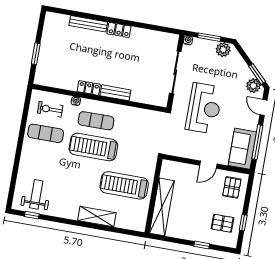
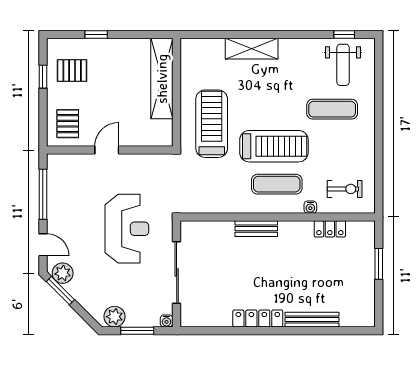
locker: (119, 30) -> (258, 318), width x1.53
locker: (89, 88) -> (330, 229), moved
reception desk: (204, 108) -> (127, 229), turned 180
exercise mat: (46, 133) -> (332, 109), moved
sofa: (242, 149) -> (62, 181), removed
treadmill: (124, 185) -> (212, 124), moved, turned -90

